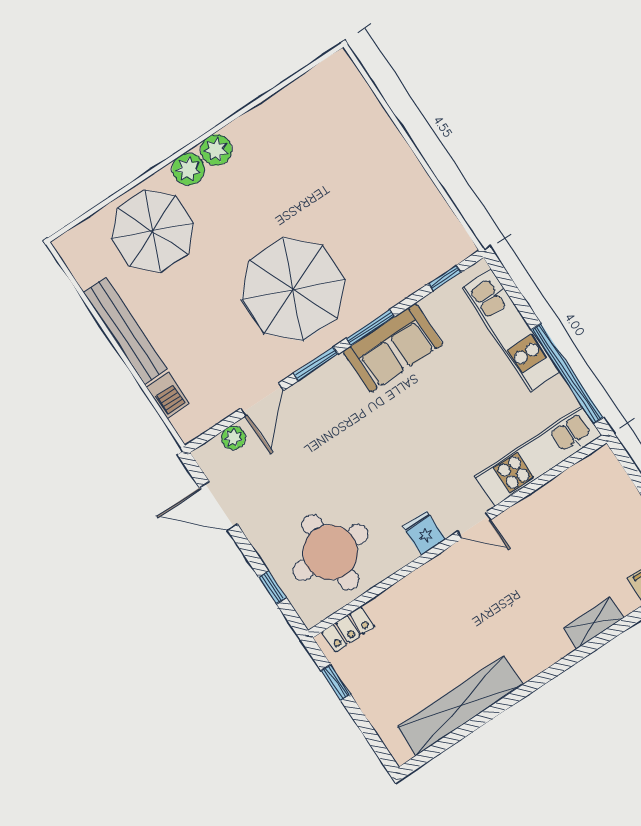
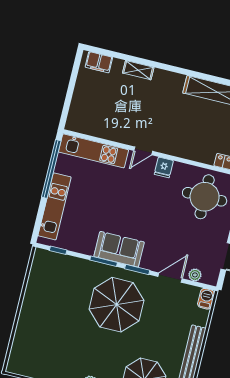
sofa: (393, 348) -> (119, 249), moved
barbecue: (167, 395) -> (206, 299), moved
door: (474, 526) -> (143, 151), swing flipped

